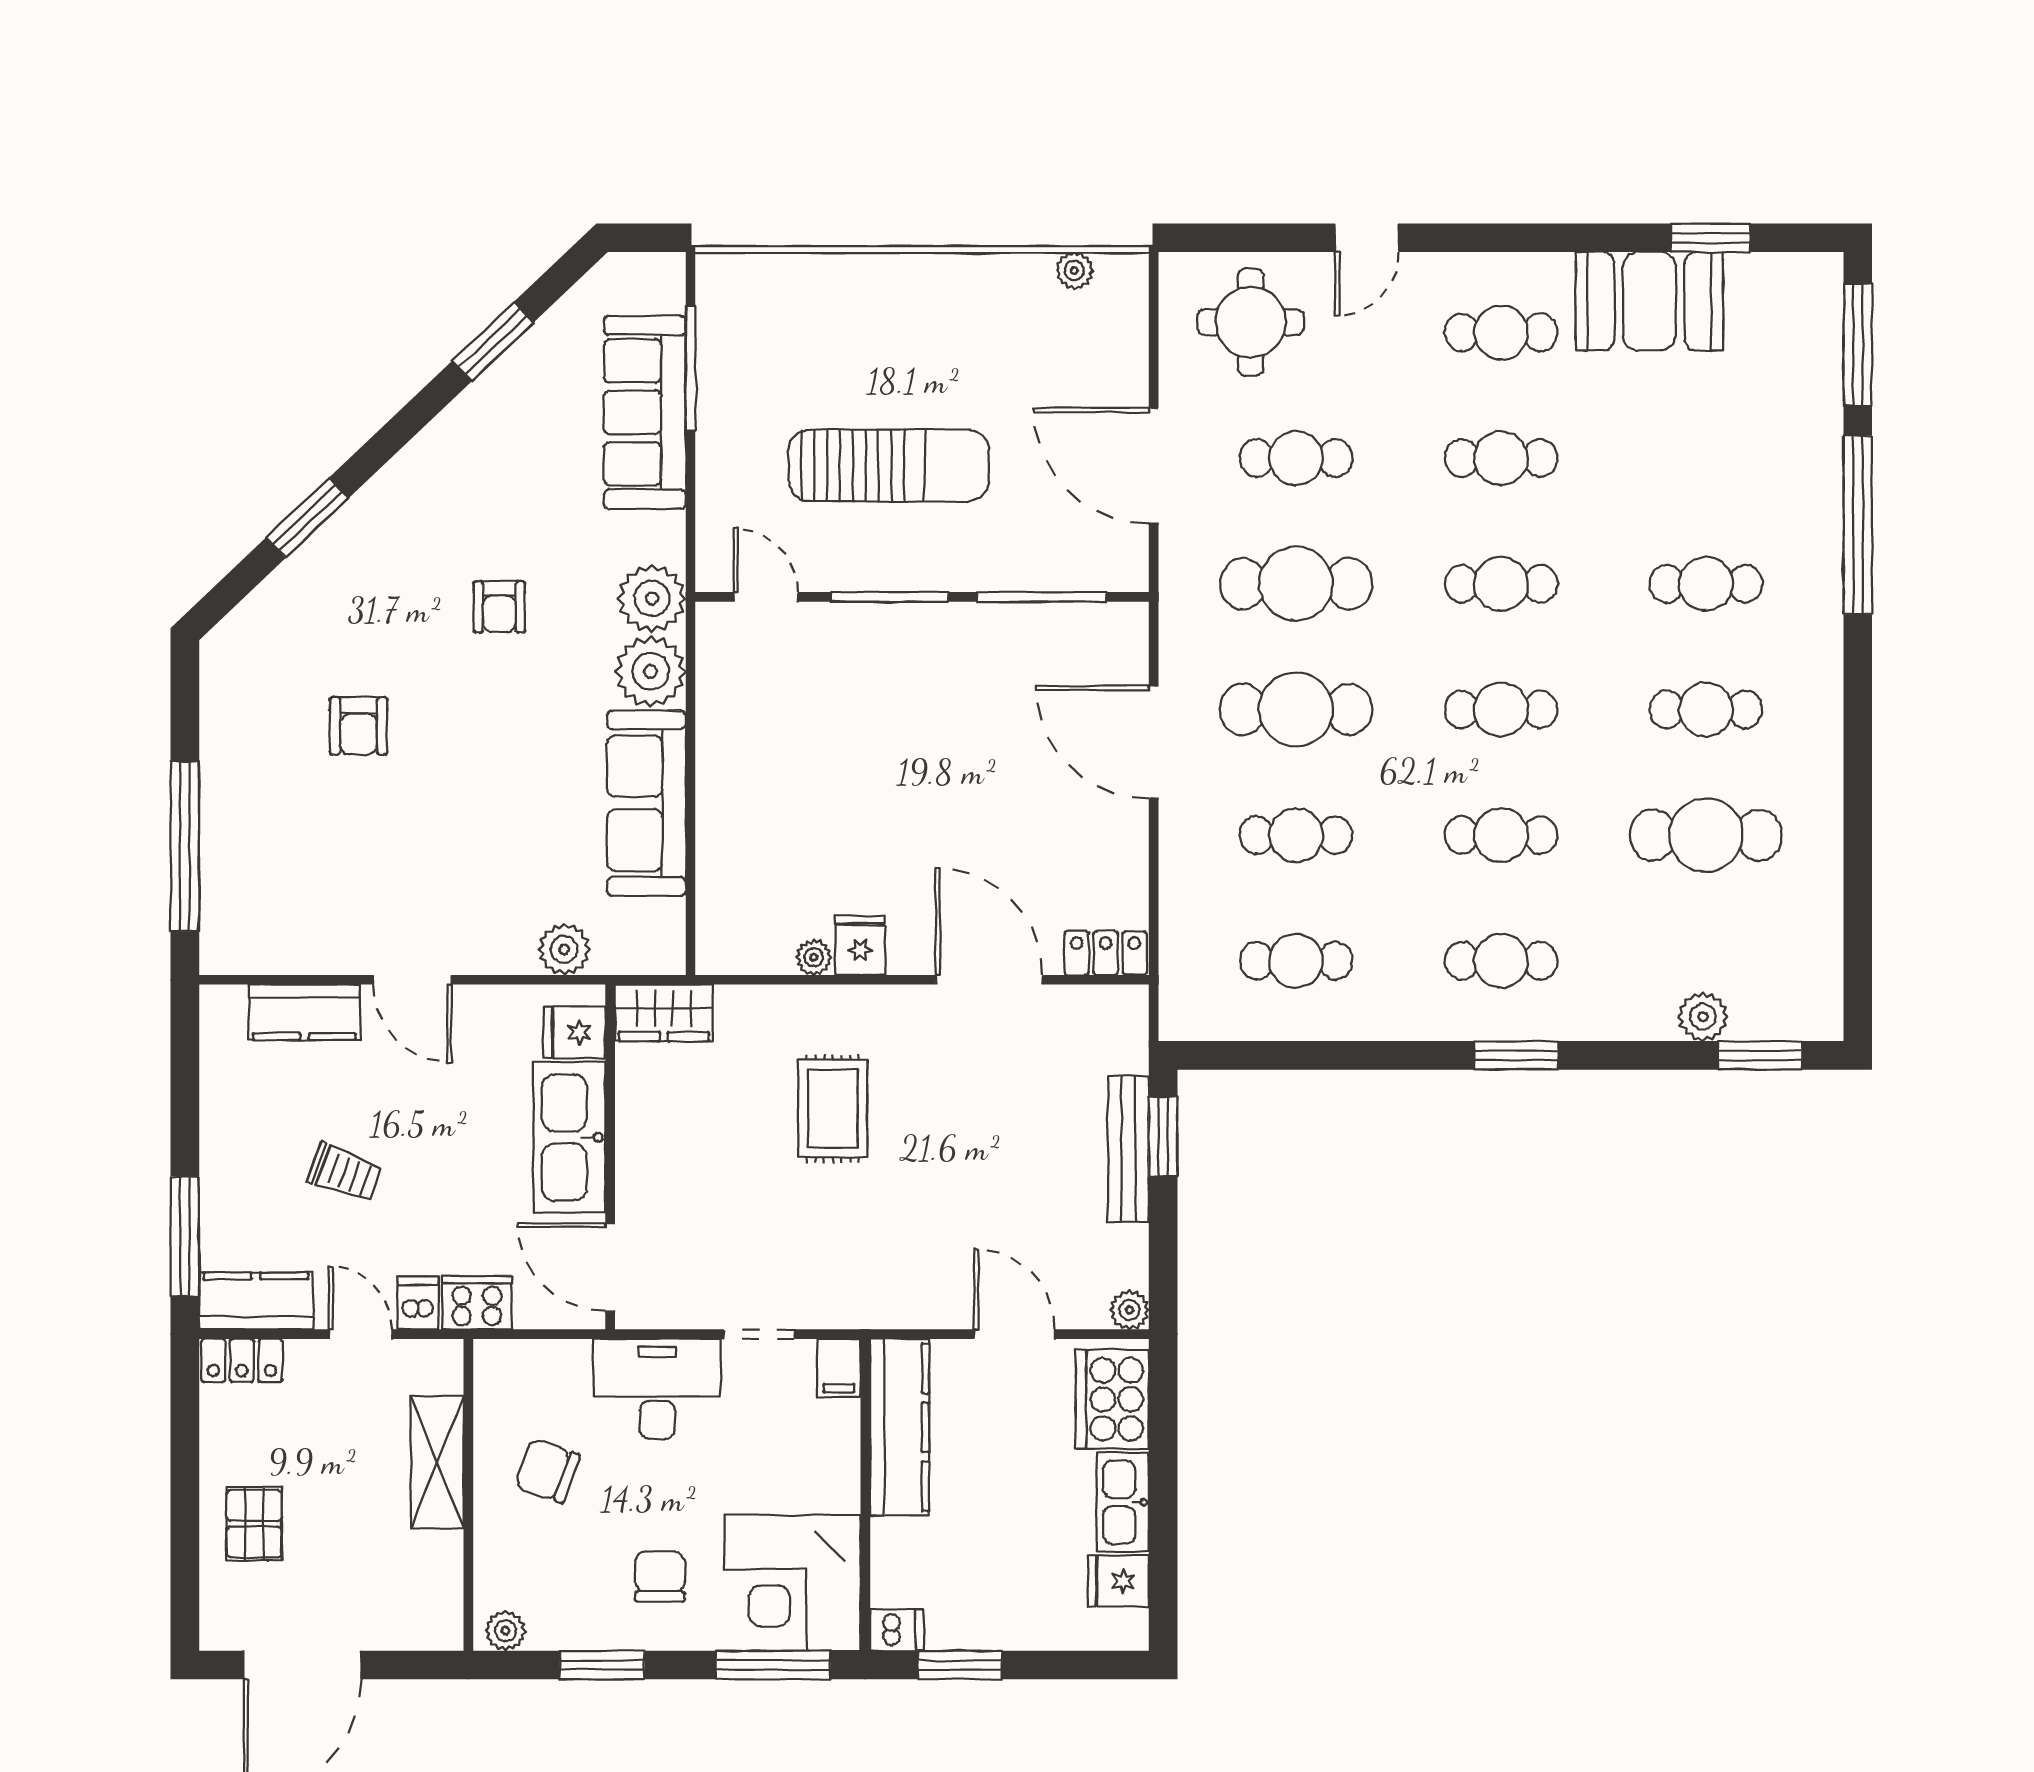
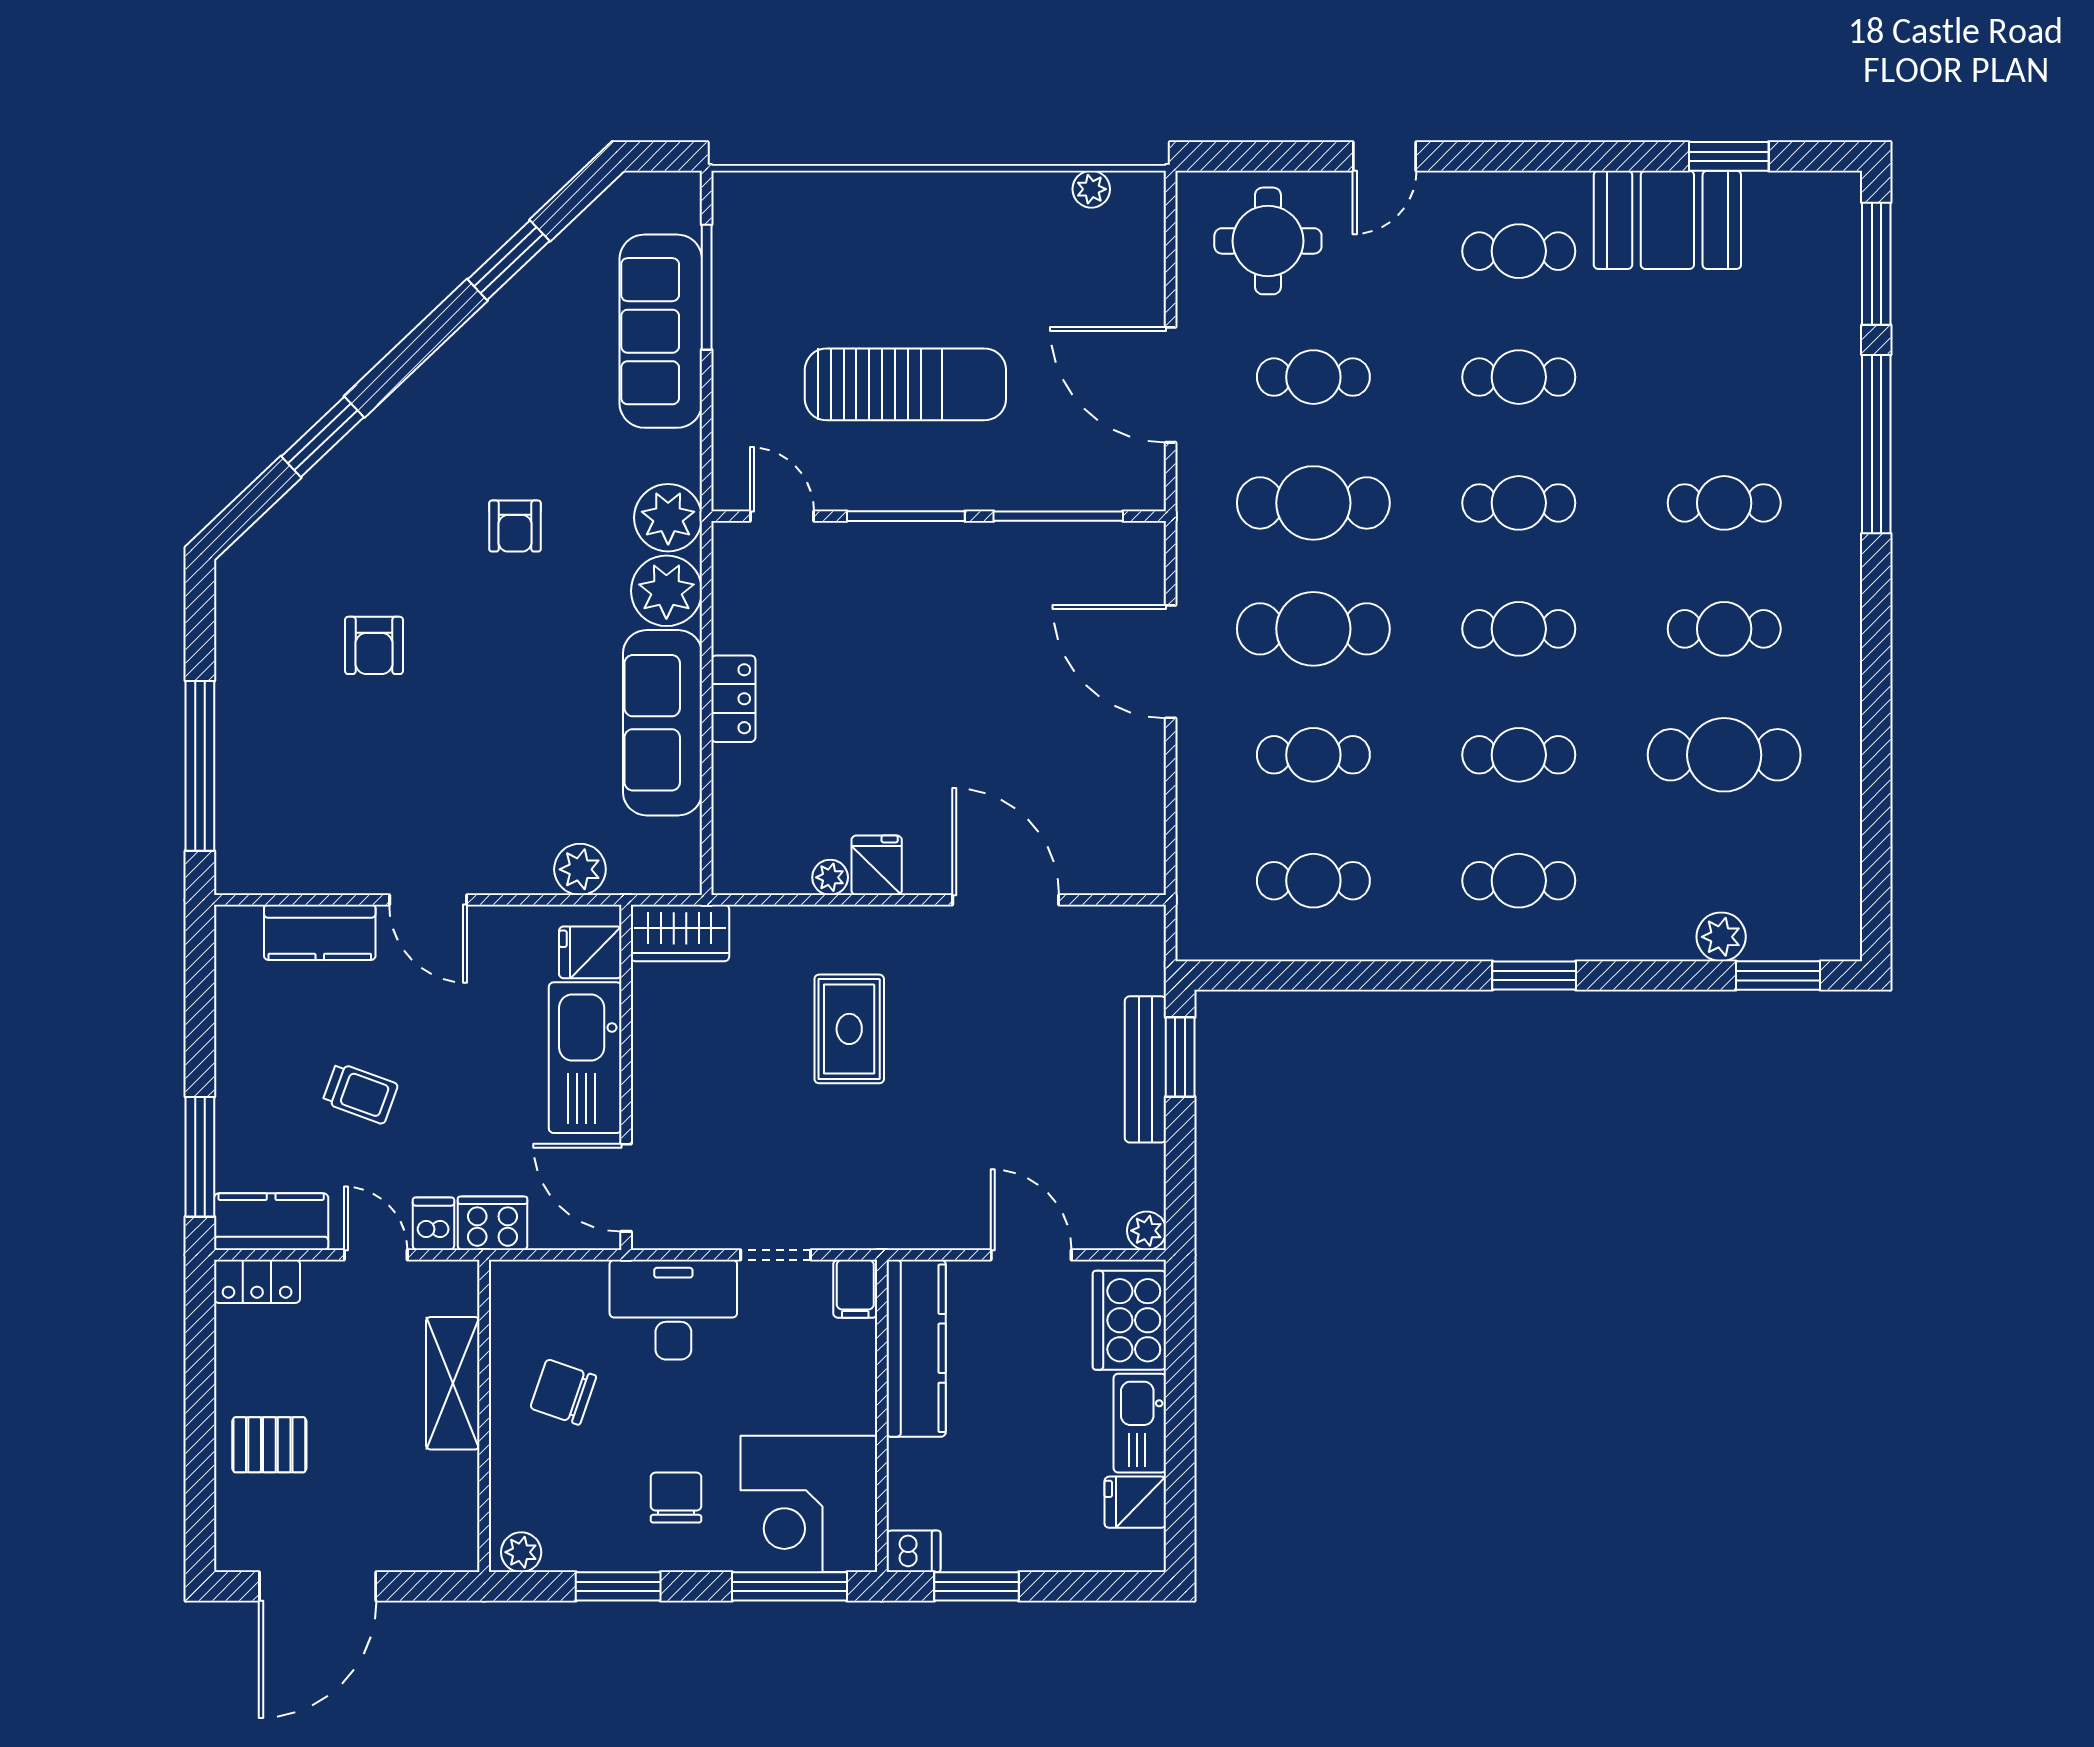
locker: (1106, 953) -> (733, 699), moved, turned 90
pallet: (254, 1524) -> (269, 1445), turned 90

